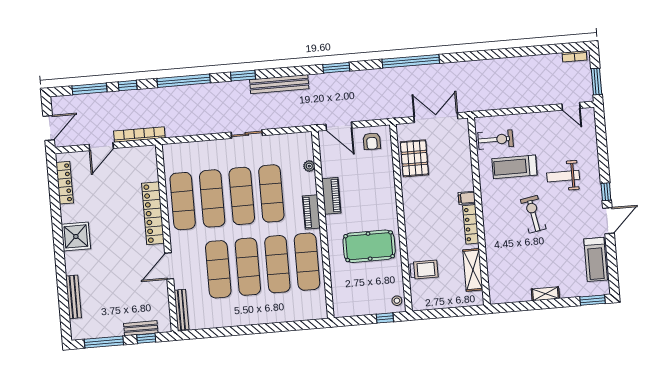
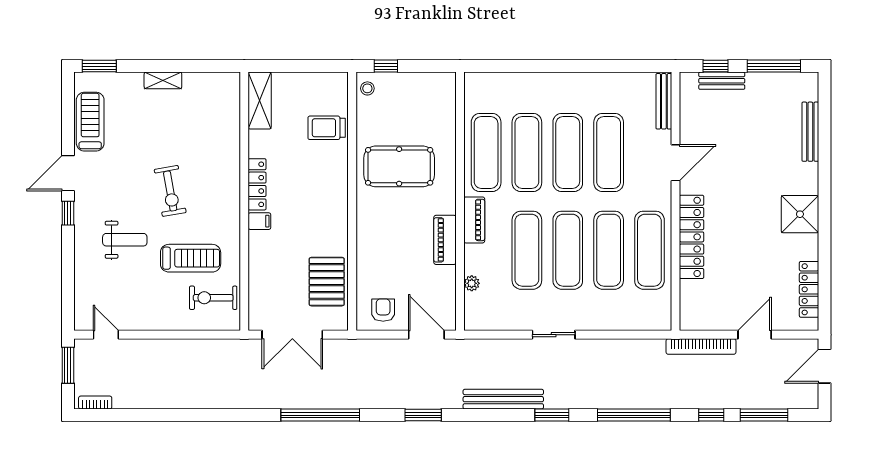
shelving: (473, 270) -> (260, 101), moved

